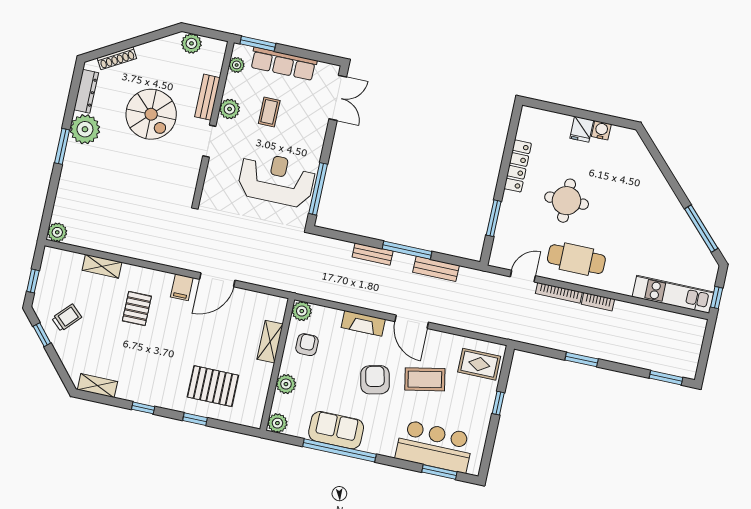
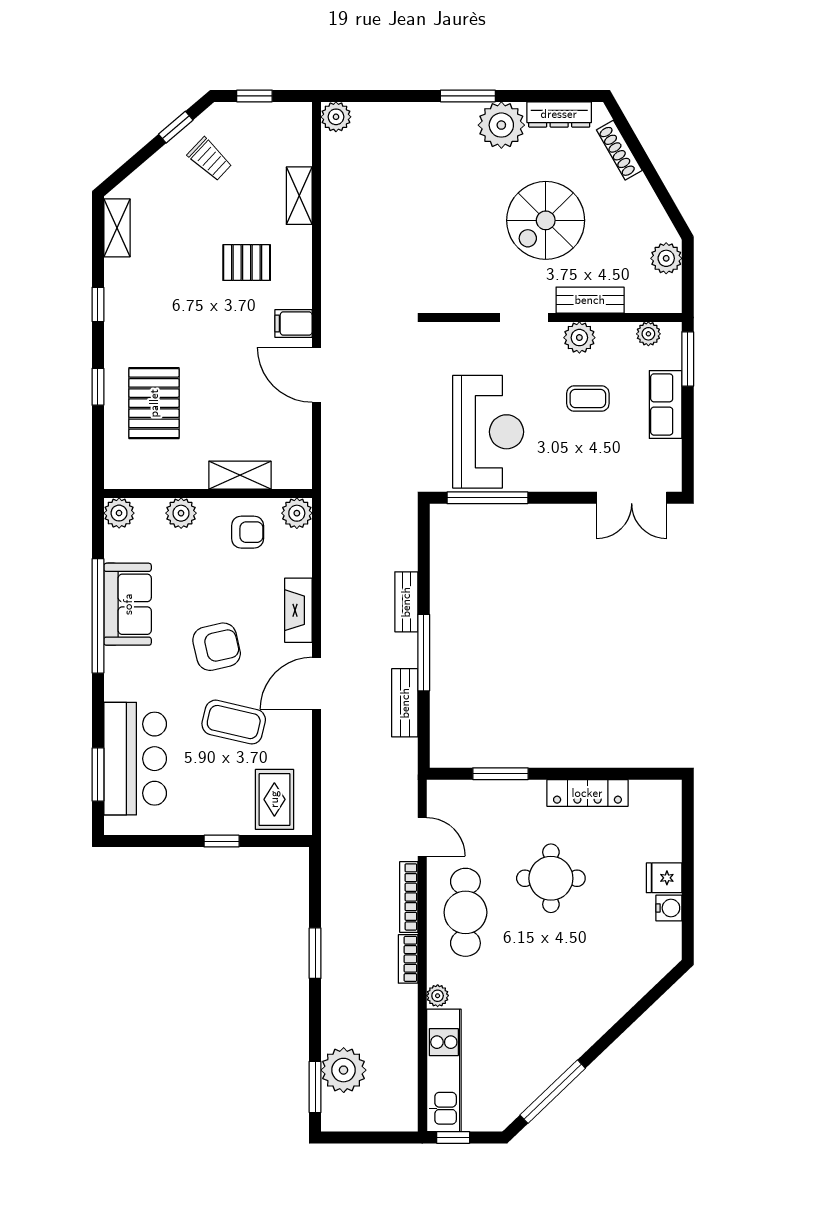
row of seats: (283, 64) -> (666, 404), width x0.68
plant: (625, 288) -> (438, 996), added
plant: (659, 358) -> (344, 1070), added
coffee table: (425, 379) -> (234, 722), turned -66

